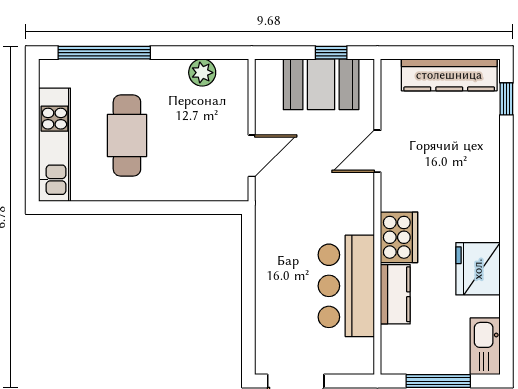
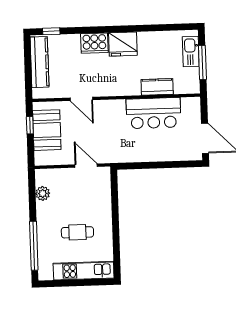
cafe table: (127, 136) -> (77, 232), width x0.73, depth x0.74
cooker: (399, 237) -> (94, 43), moved, turned 180
fridge: (478, 269) -> (123, 44), moved
kitchen sink: (485, 346) -> (191, 51), moved, turned 90

